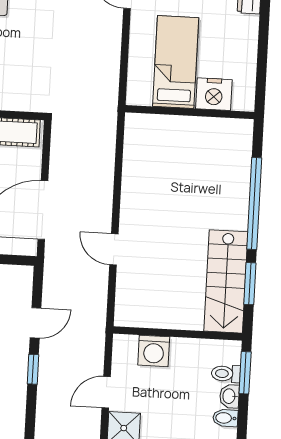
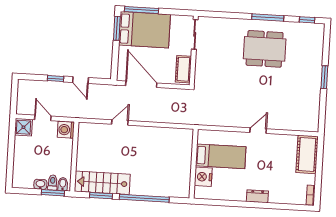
washing machine: (154, 351) -> (66, 130), moved
bidet: (225, 418) -> (63, 184), moved

